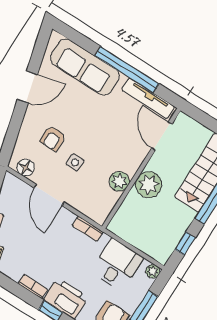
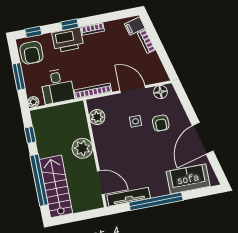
sofa: (85, 67) -> (188, 179), width x0.73
door: (27, 87) -> (203, 138), width x1.36
armchair: (53, 138) -> (161, 123), turned 180
plant: (119, 181) -> (97, 117), moved
bookcase: (88, 229) -> (93, 91), width x1.56

